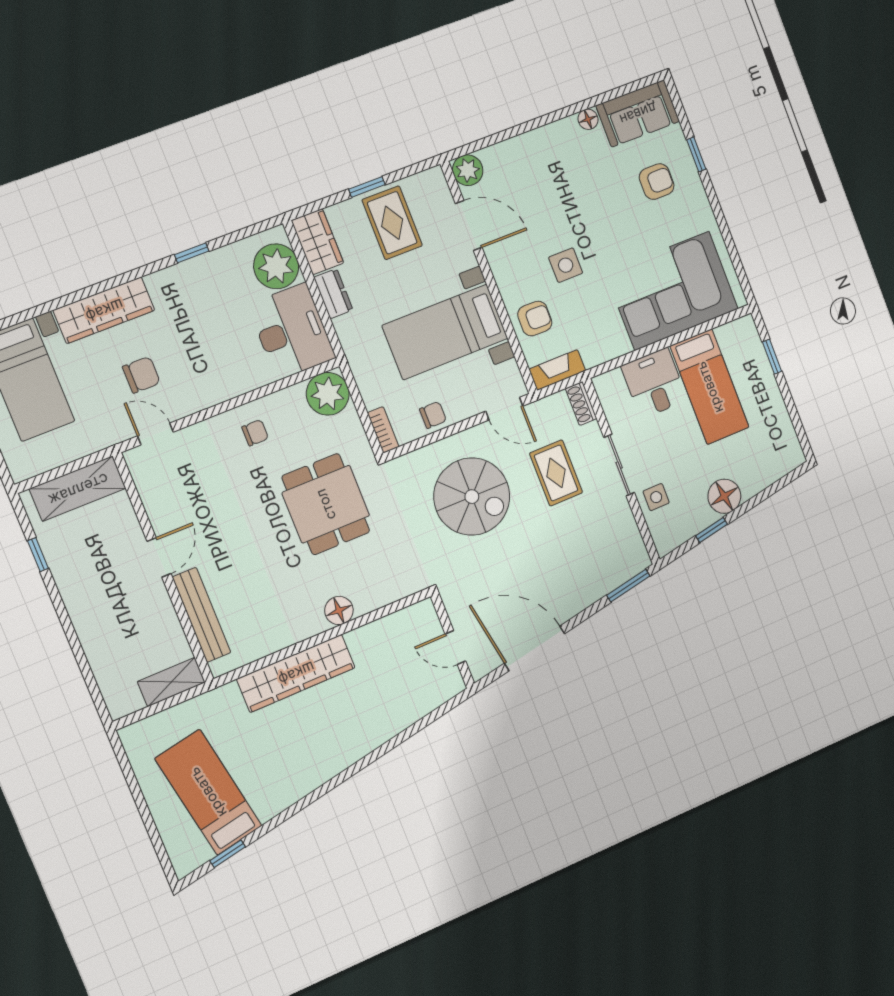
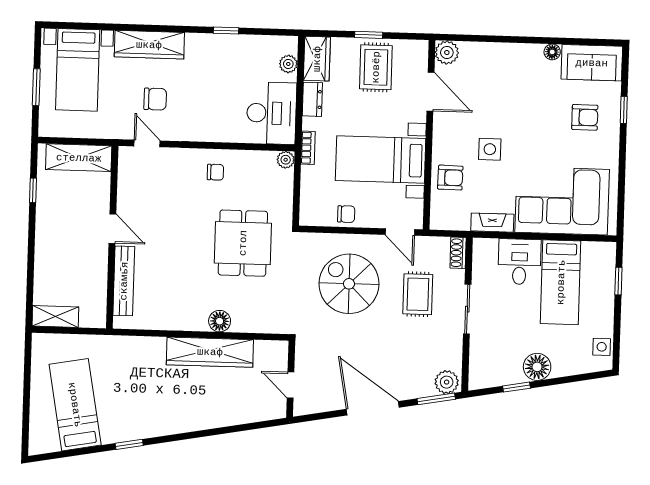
plant: (276, 266) -> (288, 64), width x0.53, depth x0.53
fireplace: (557, 370) -> (492, 223), moved
plant: (328, 394) -> (286, 160), width x0.53, depth x0.53
bookcase: (383, 430) -> (308, 148), moved
spiral stairs: (472, 497) -> (349, 284), turned 180
side table: (656, 497) -> (602, 347), moved
door: (159, 557) -> (112, 229), hinge flipped
plant: (632, 561) -> (447, 382), added
door: (535, 648) -> (373, 408), moved
wardrobe: (296, 673) -> (210, 352), moved
shelving: (171, 682) -> (55, 316), moved
window: (228, 854) -> (129, 444), moved

